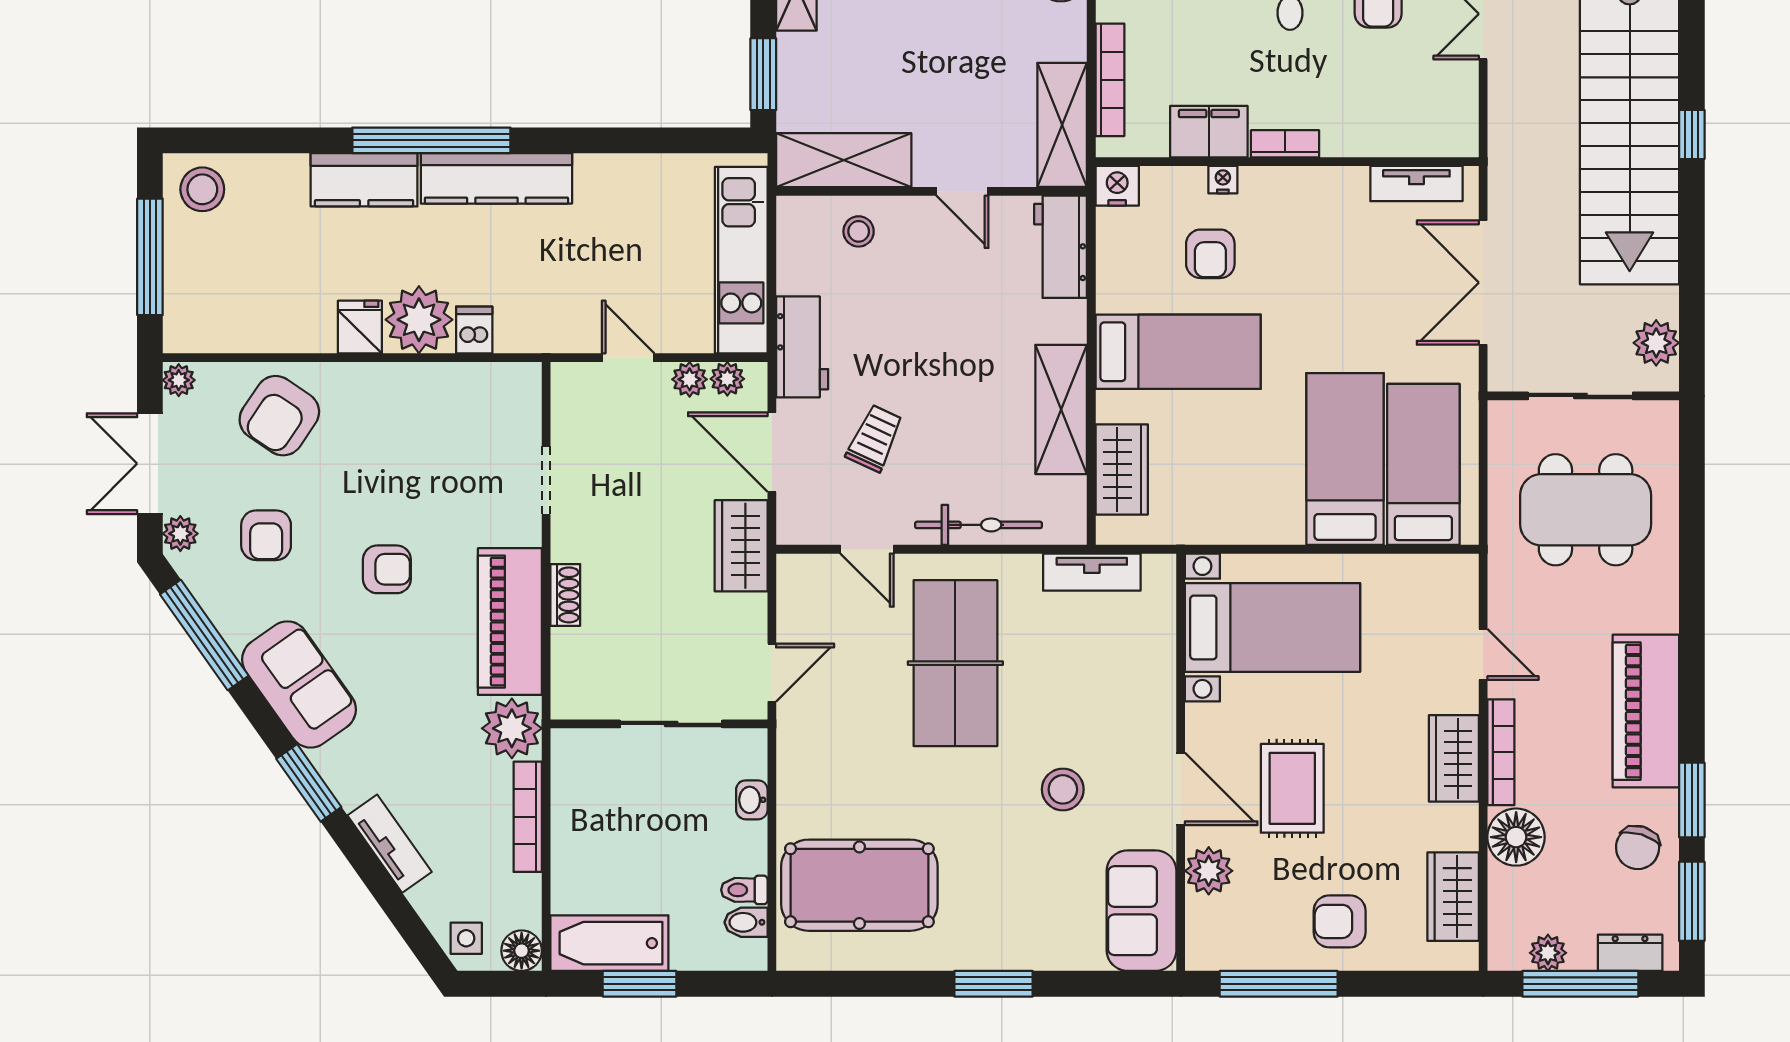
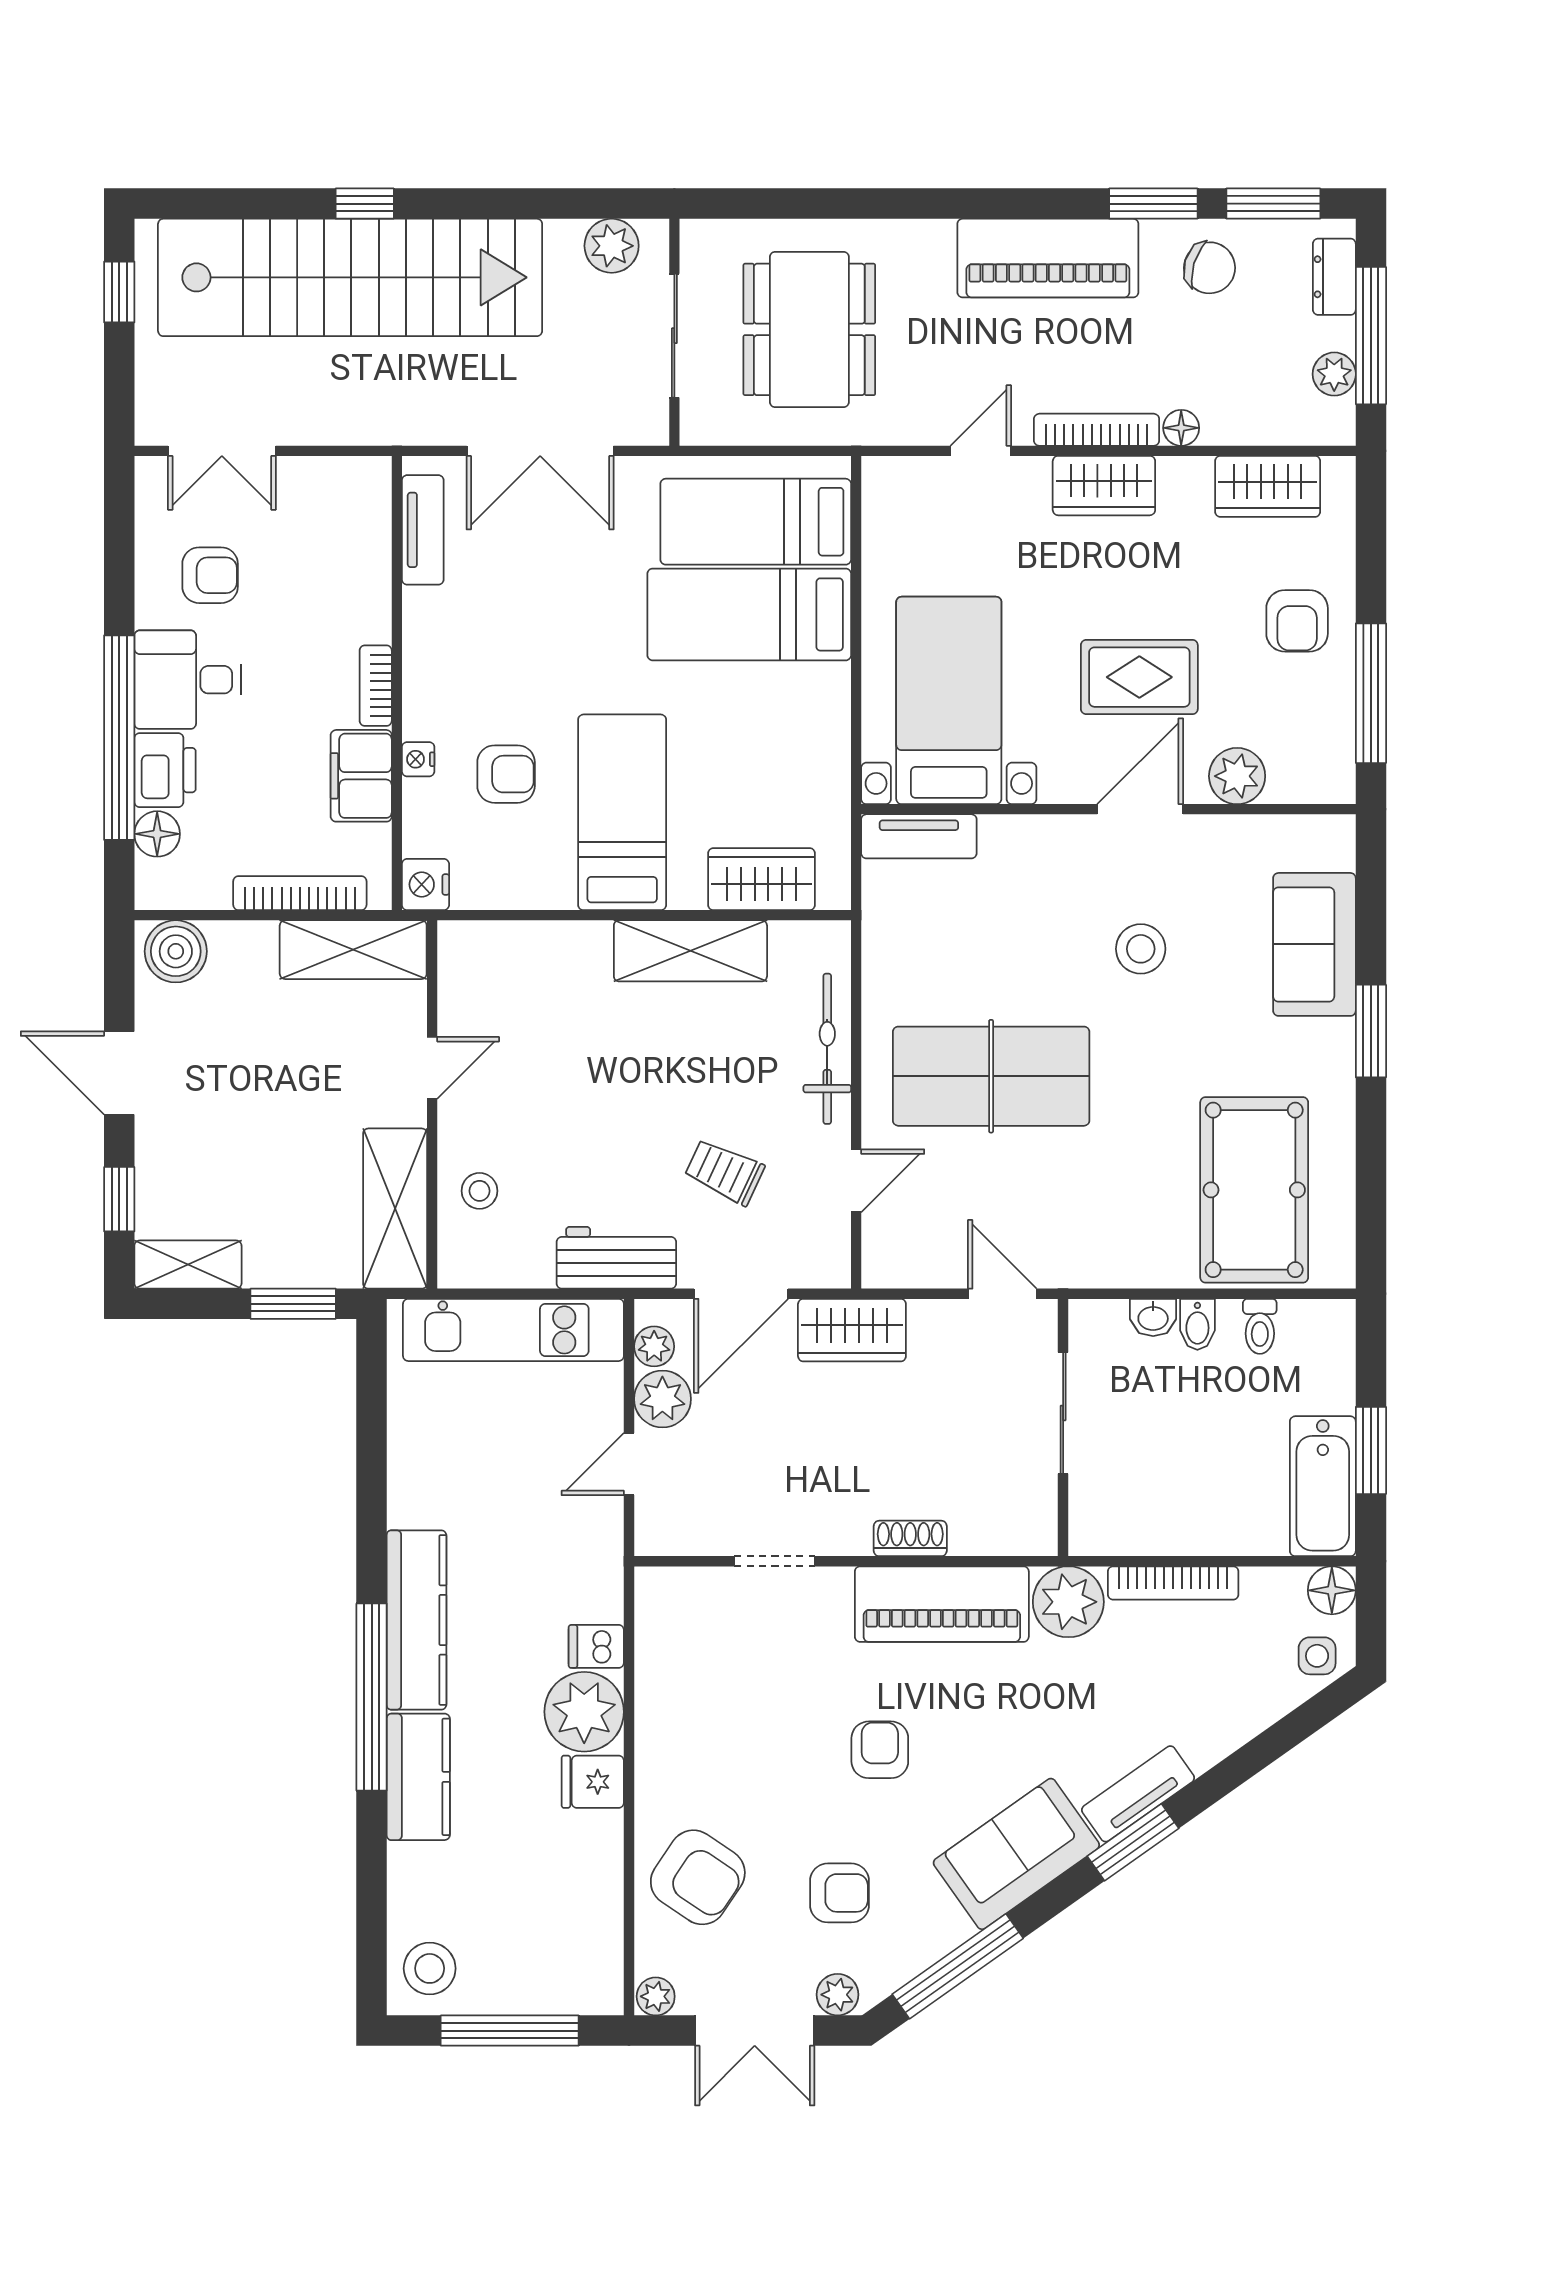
workbench: (1061, 247) -> (498, 952), removed
plant: (690, 379) -> (662, 1399), width x1.38, depth x1.38
tv unit: (1092, 572) -> (919, 836), moved, turned 90
floor lamp: (1516, 837) -> (1181, 428), width x0.53, depth x0.53
tv unit: (390, 844) -> (1138, 1794), moved
sofa: (1142, 911) -> (1314, 944), moved, turned 90
bidet: (746, 922) -> (1197, 1324), moved

